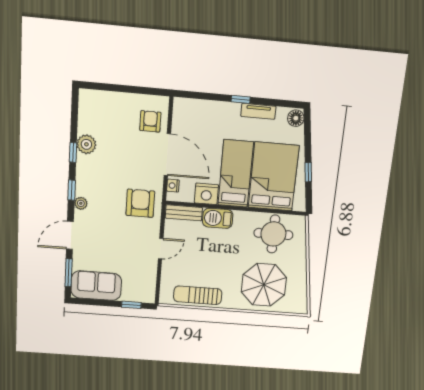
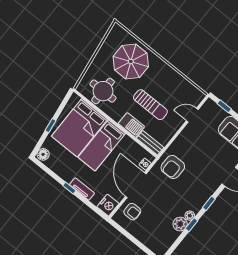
tv unit: (258, 111) -> (82, 189), moved
armchair: (150, 121) -> (132, 212), turned -90
window: (308, 172) -> (50, 126), moved
nightstand: (206, 194) -> (108, 205), moved, turned 90
plant: (81, 203) -> (190, 216), moved
door: (161, 249) -> (192, 115), moved
sun lounger: (198, 295) -> (150, 105), moved

